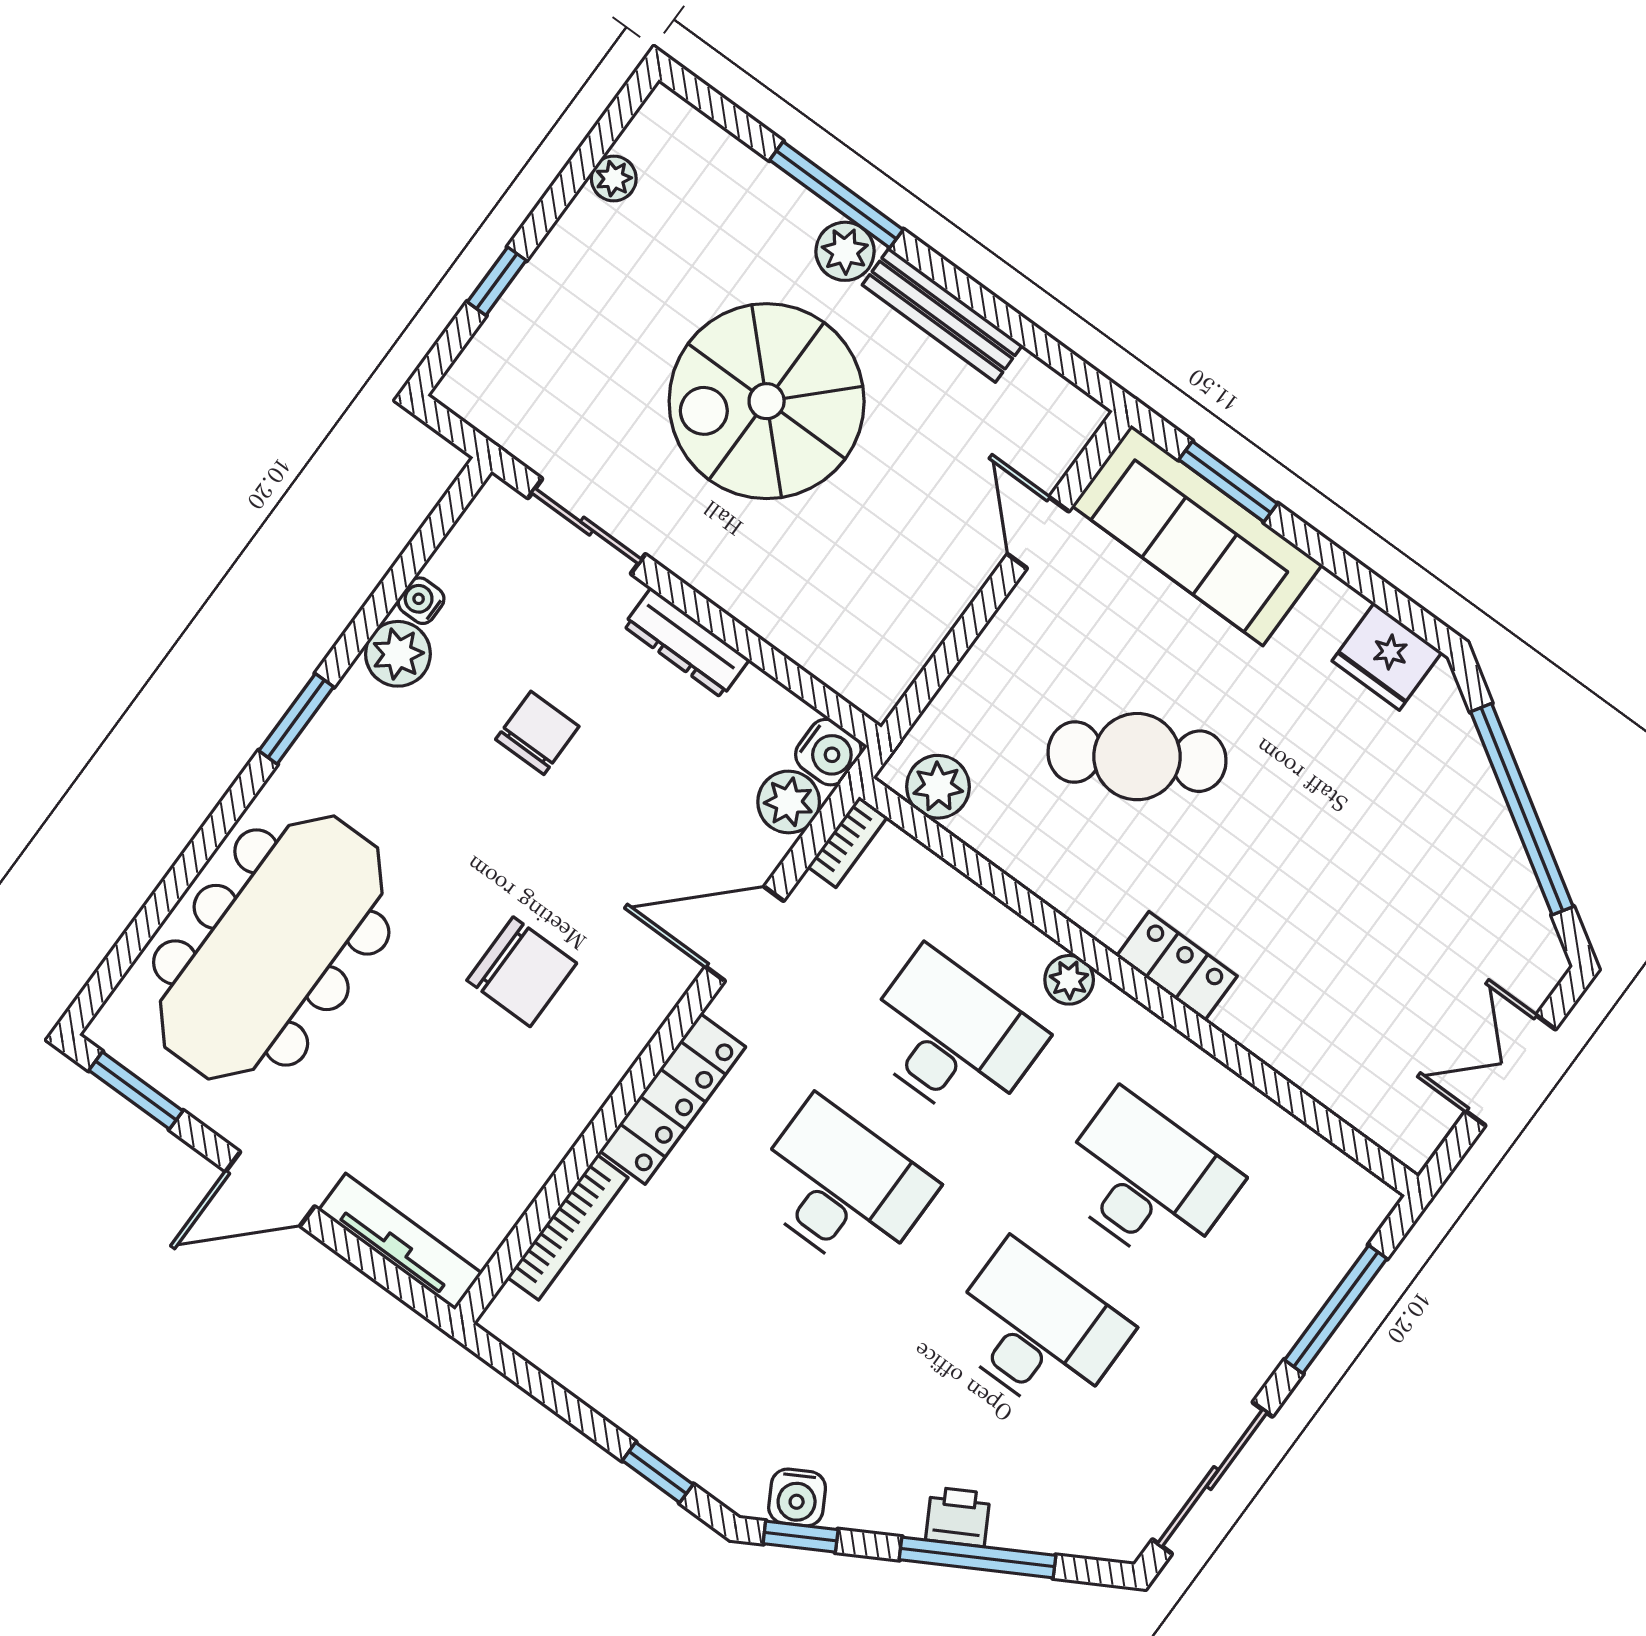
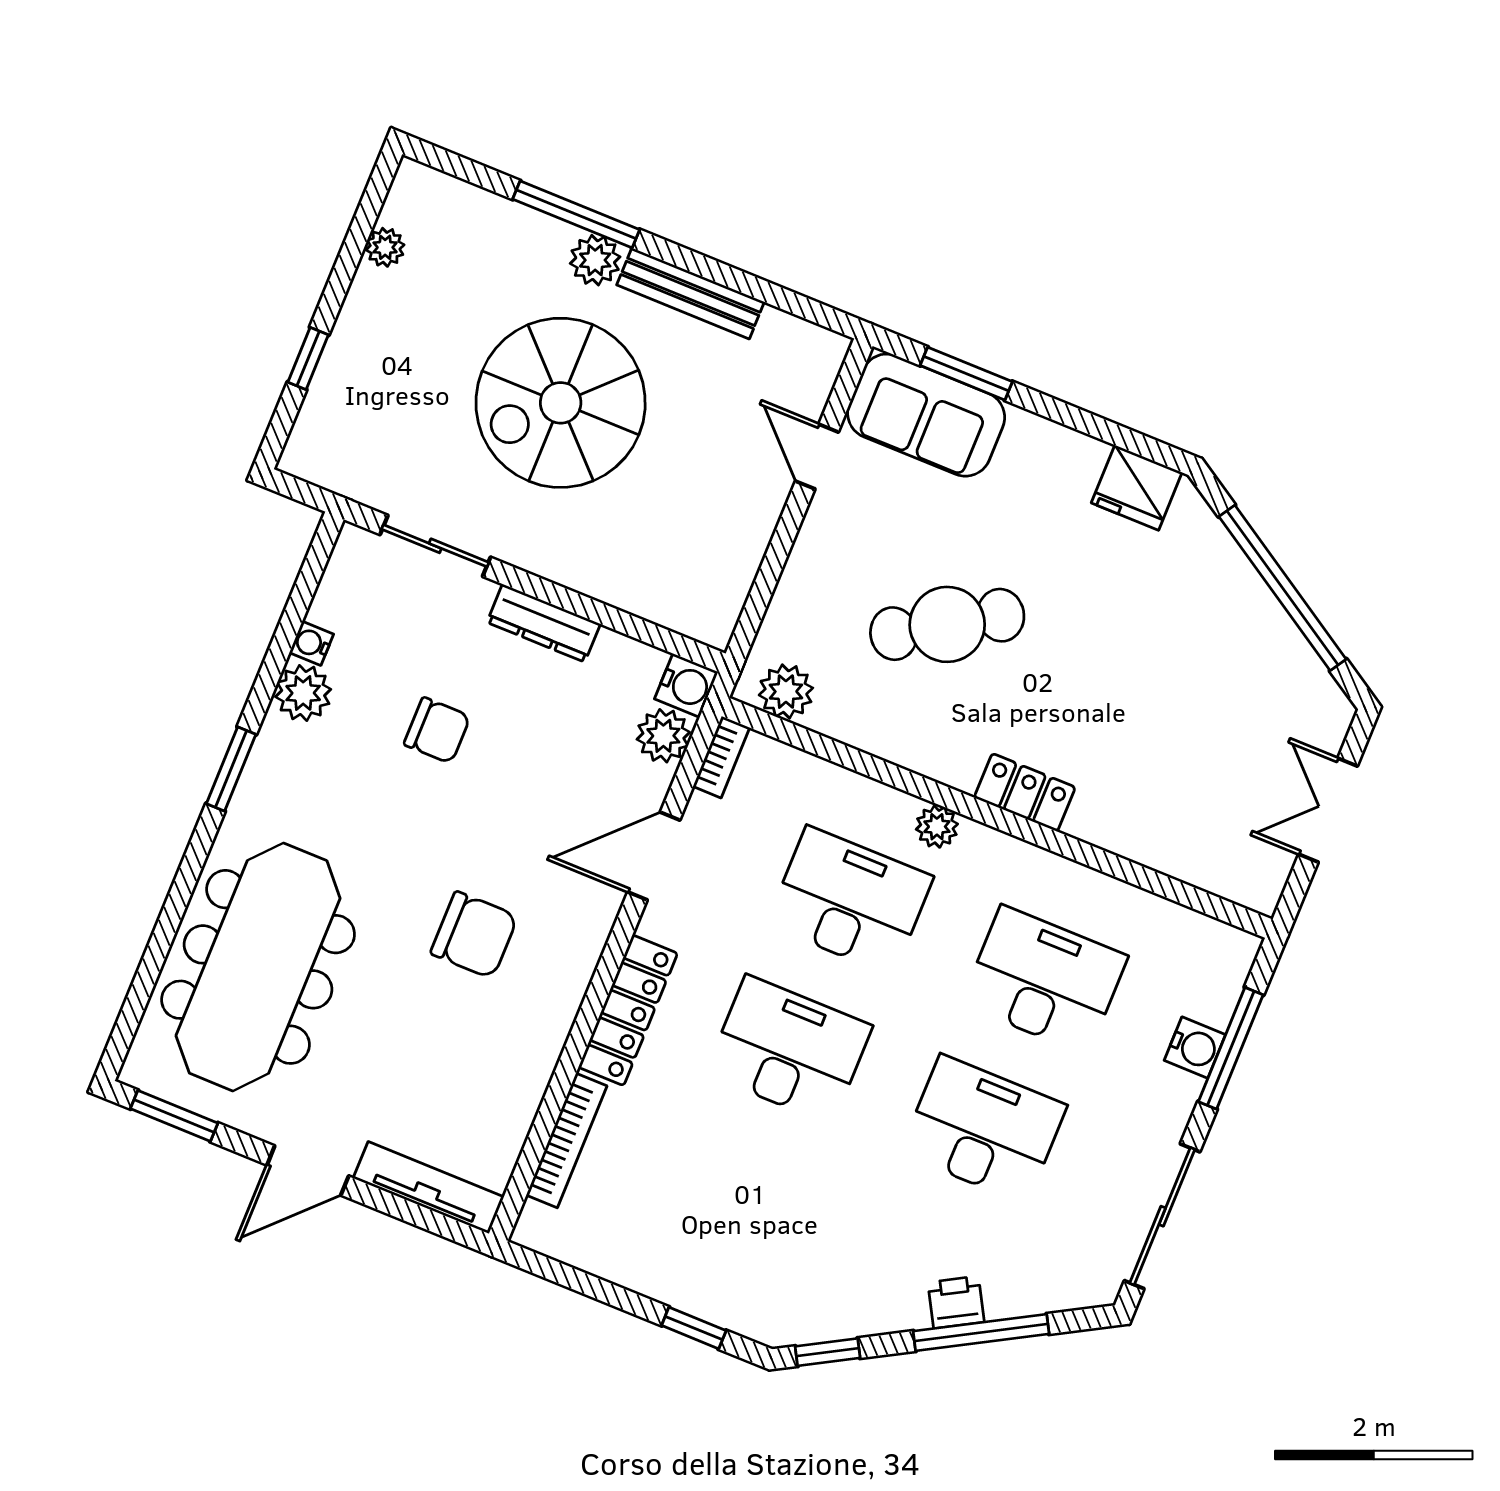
sofa: (1197, 535) -> (926, 415), width x0.73
chair: (537, 733) -> (437, 730), turned 90
water cooler: (797, 1497) -> (1195, 1048), moved, turned -61

